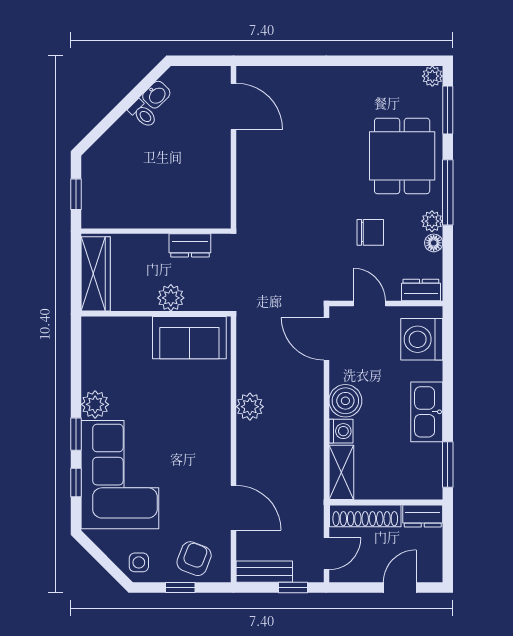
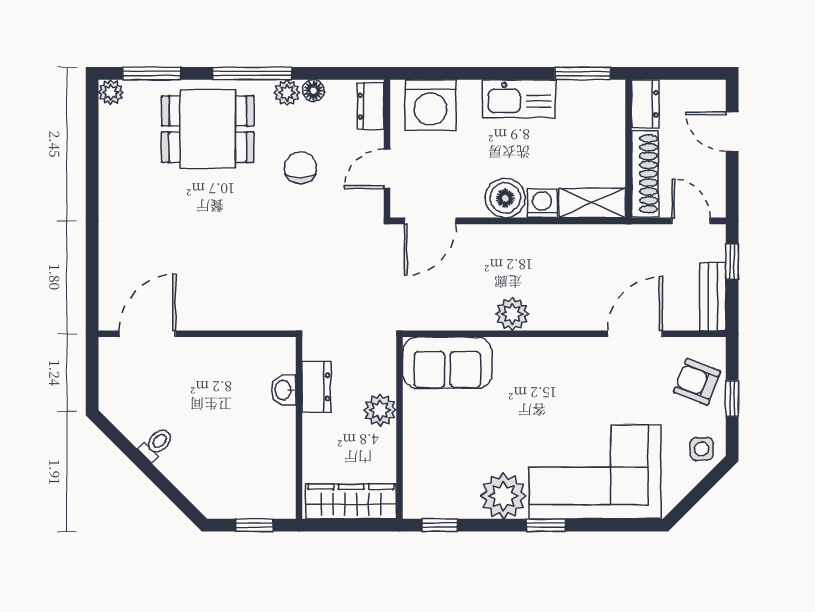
washbasin: (156, 95) -> (284, 390), moved, turned -135
sofa: (189, 338) -> (447, 363), moved, turned 90
plant: (95, 404) -> (503, 496), width x1.36, depth x1.36
window: (76, 483) -> (440, 525), moved

